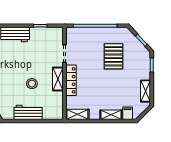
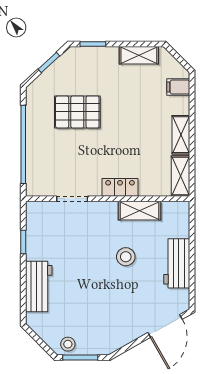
shelving: (58, 79) -> (139, 211), moved
locker: (71, 80) -> (120, 187), width x0.66
shelving: (111, 115) -> (181, 135), moved

